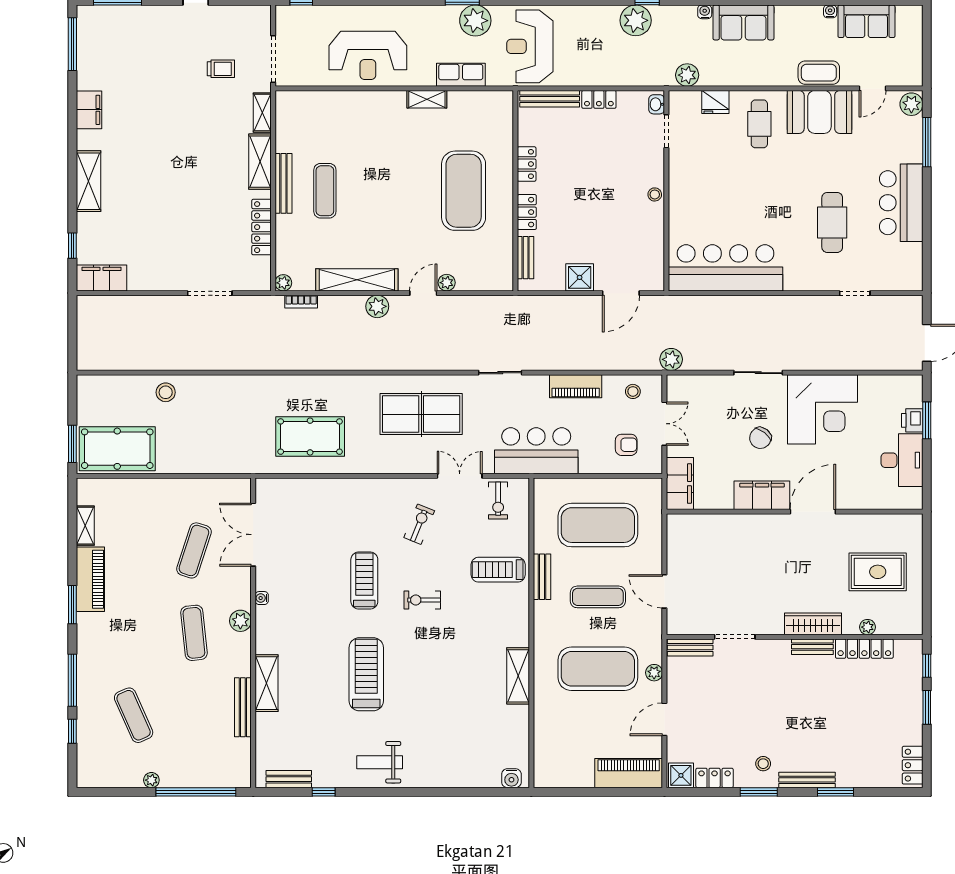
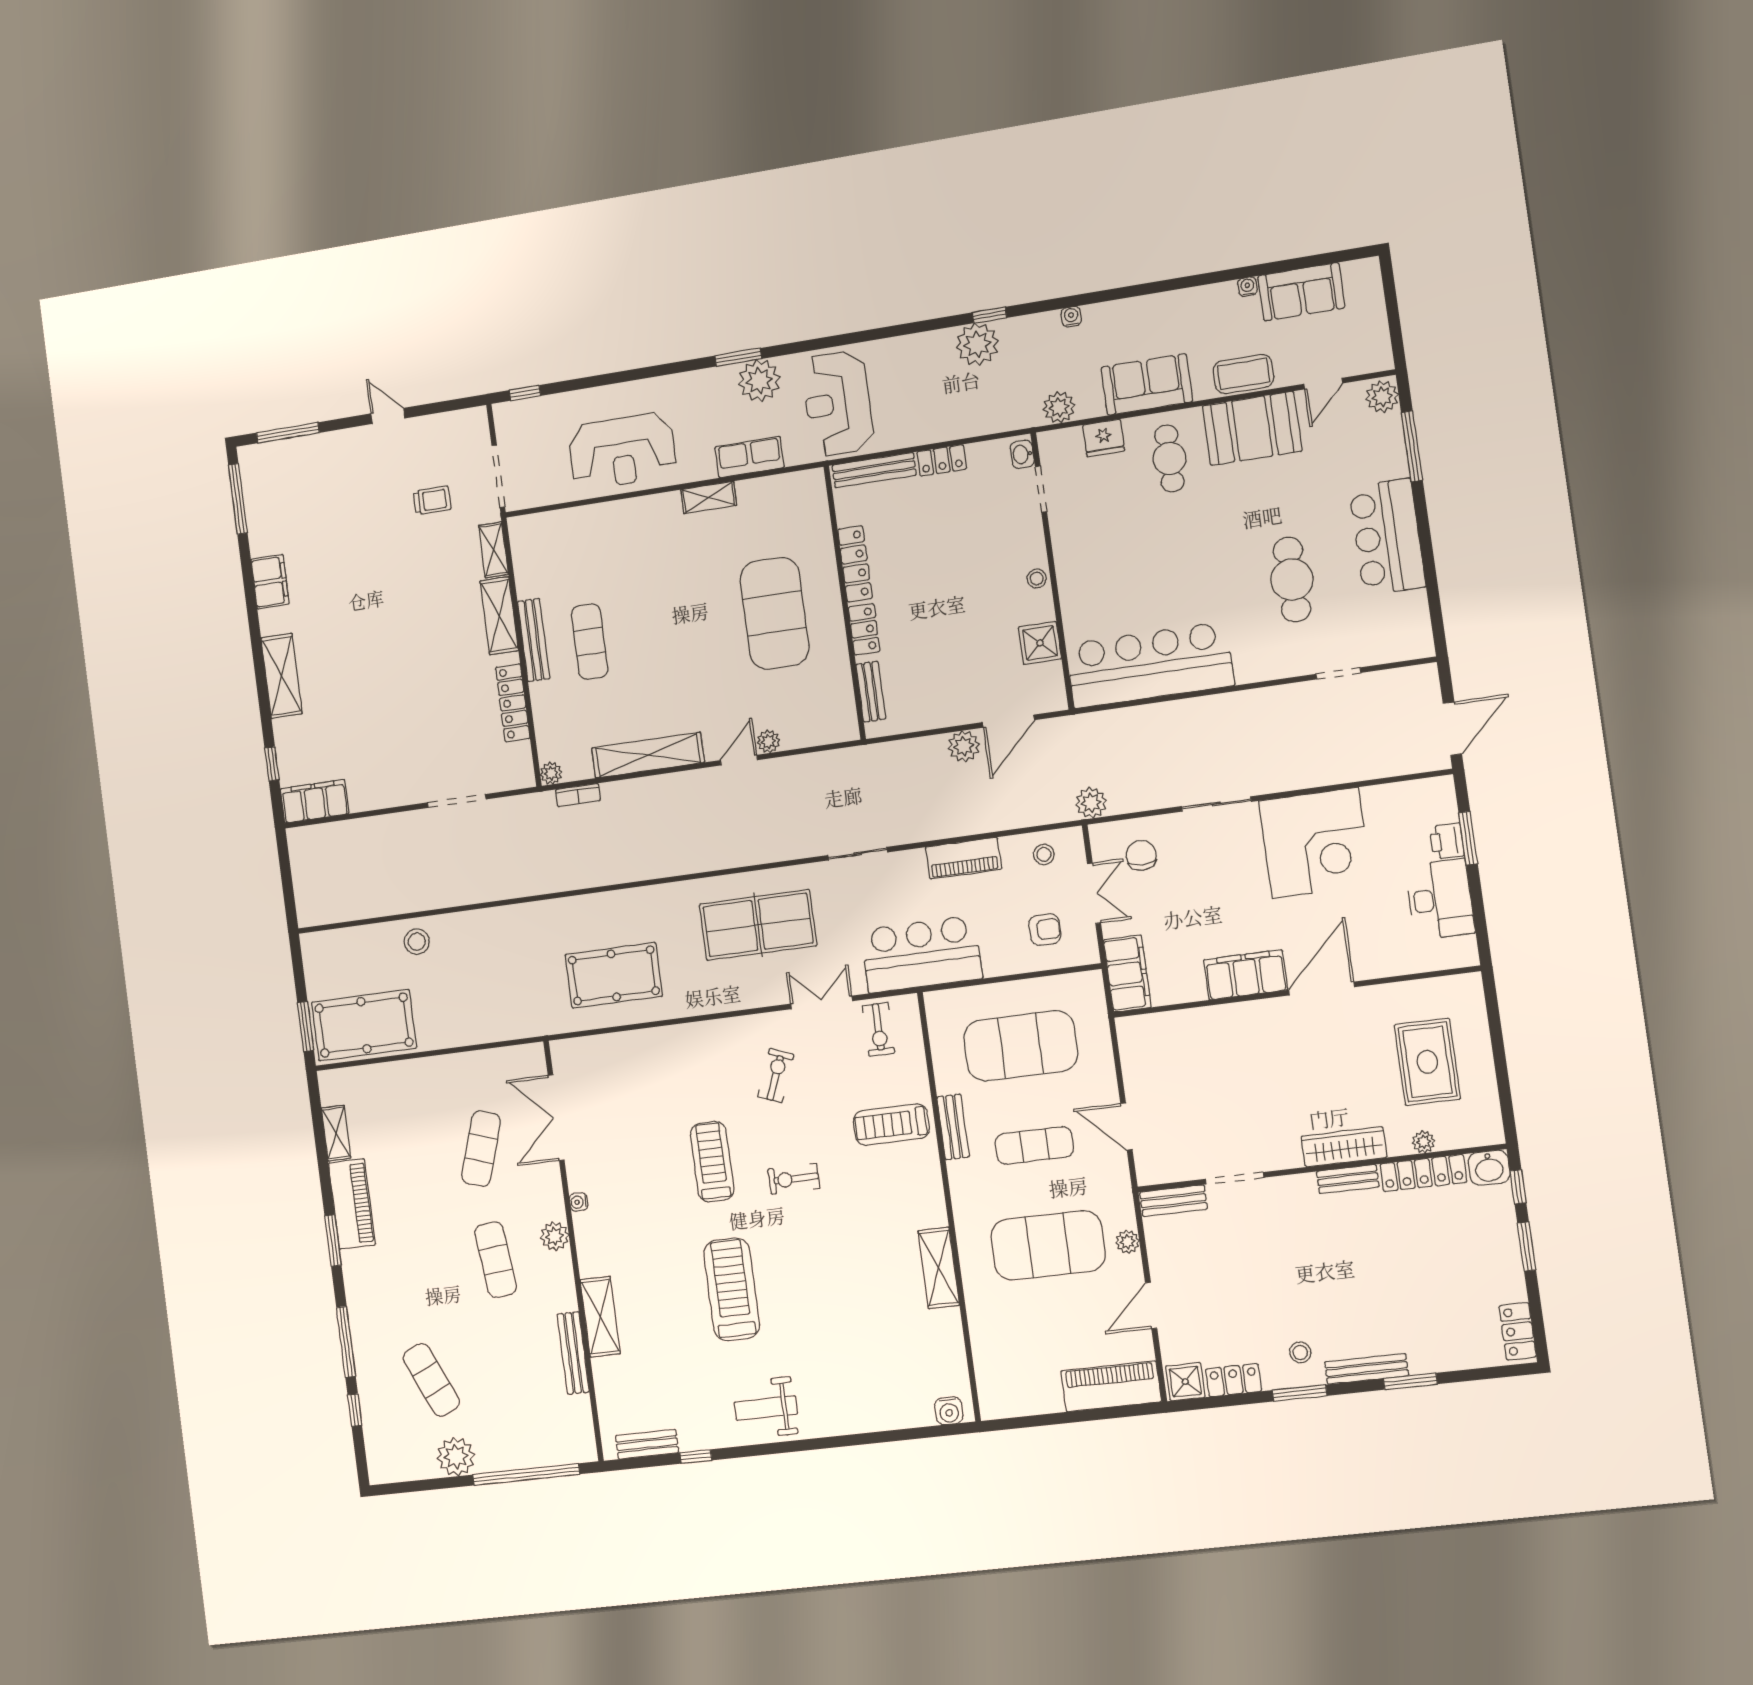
sofa: (743, 23) -> (1147, 384), moved, turned 180
locker: (527, 164) -> (855, 564), width x1.53
shower: (580, 277) -> (1040, 643), moved
plant: (377, 306) -> (964, 746), moved
chair: (760, 438) -> (1141, 855), moved, turned 142
rug: (878, 572) -> (1427, 1062), turned 90
washbasin: (909, 650) -> (1489, 1168), added
plant: (151, 780) -> (456, 1457), width x1.88, depth x1.88

